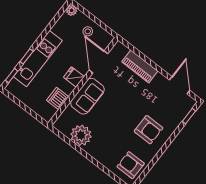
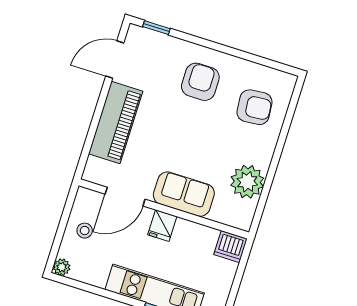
piano: (140, 66) -> (116, 122), width x1.37, depth x1.33
dishwasher: (58, 98) -> (230, 247), moved
armchair: (131, 165) -> (255, 107), moved, turned -95

